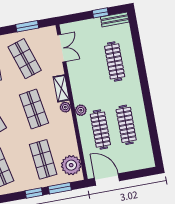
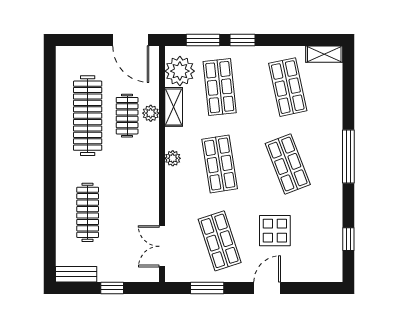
window: (100, 13) -> (112, 288), moved
shelving: (61, 88) -> (174, 107), moved
plant: (81, 110) -> (151, 113), moved
clothes rail: (126, 125) -> (88, 116), width x1.37, depth x1.31
clothes rail: (100, 130) -> (127, 116), width x0.73

